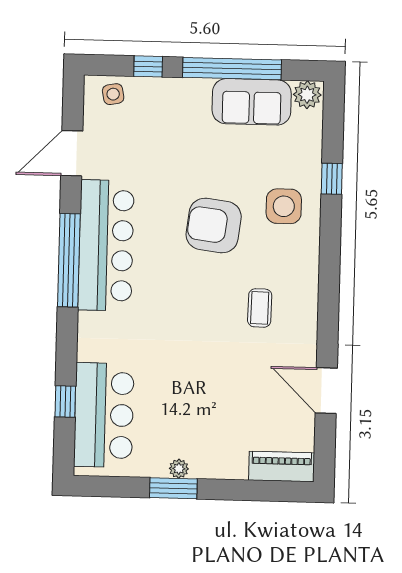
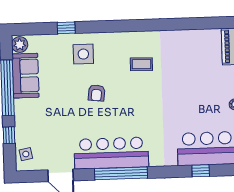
armchair: (214, 225) -> (97, 93), width x0.53, depth x0.53
door: (326, 391) -> (186, 24), removed

